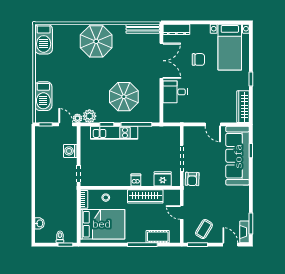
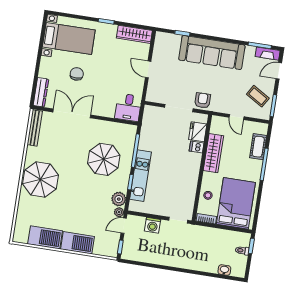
barbecue: (44, 39) -> (45, 237), moved
desk: (175, 92) -> (128, 107), moved
barbecue: (43, 96) -> (77, 243), moved
door: (213, 124) -> (148, 69), swing flipped
sofa: (238, 156) -> (212, 52), moved
armchair: (192, 179) -> (203, 100), turned -92
dishwasher: (136, 180) -> (197, 147), moved
door: (182, 212) -> (237, 117), hinge flipped

